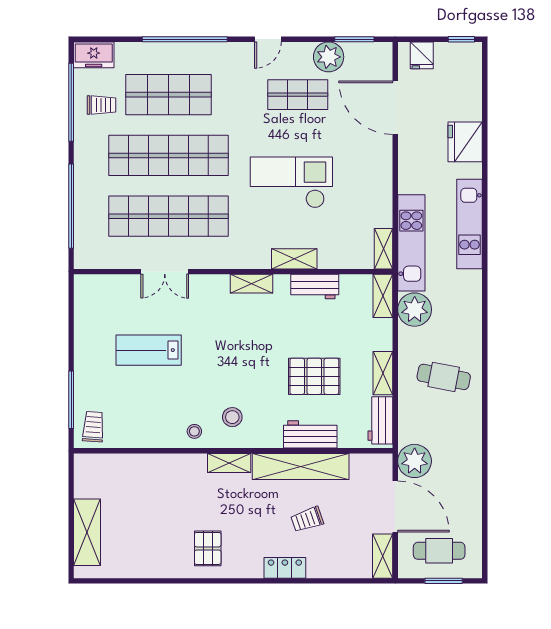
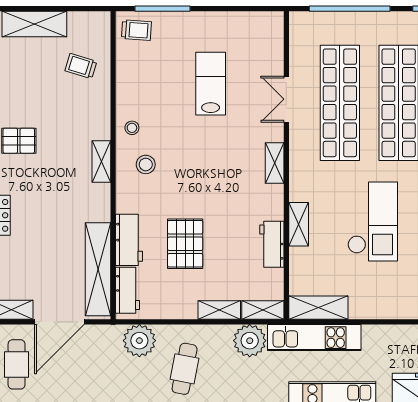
shelving: (383, 249) -> (318, 308), width x1.50, depth x1.33
shelving: (251, 284) -> (275, 163), moved
shelving: (383, 373) -> (219, 310), moved
workbench: (380, 420) -> (128, 290), moved, turned 90
plant: (415, 461) -> (139, 341), moved
shelving: (301, 466) -> (98, 269), moved
trolley: (307, 519) -> (81, 66), moved, turned -54

